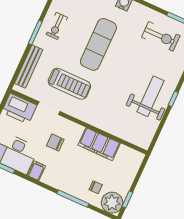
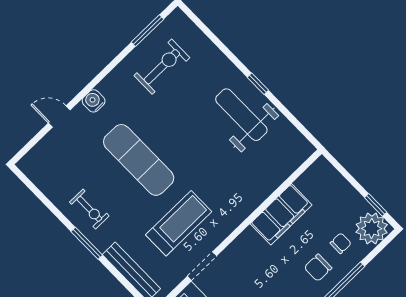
chair: (55, 142) -> (318, 268), moved

